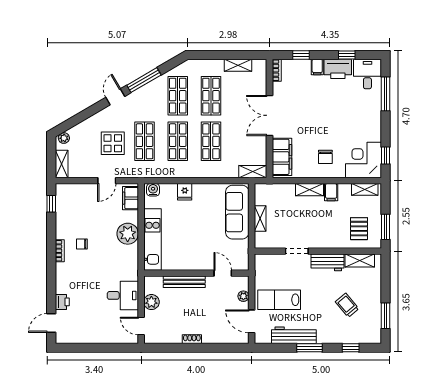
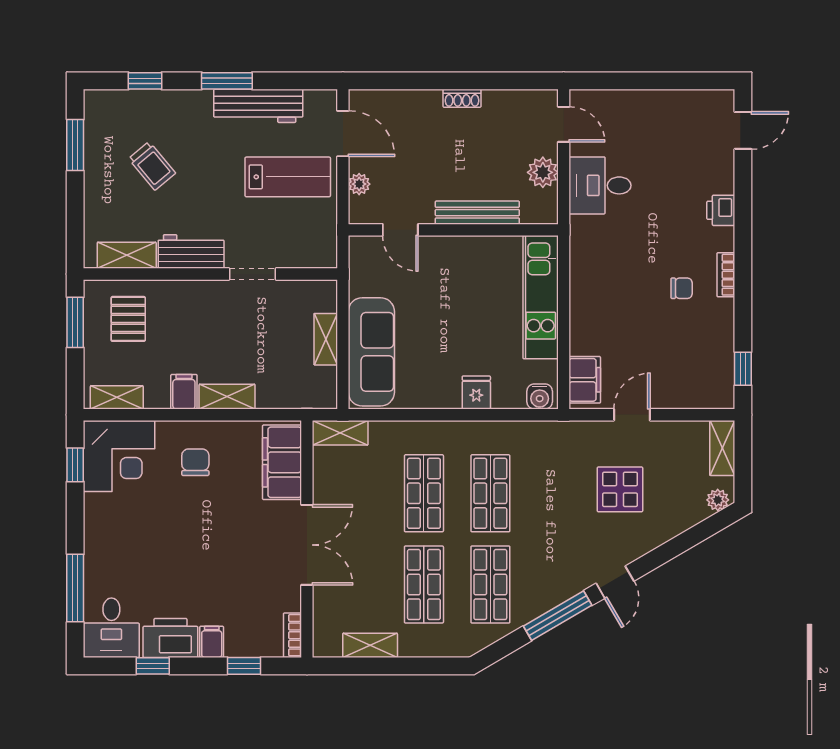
shop shelf: (144, 141) -> (557, 493), removed
plant: (128, 234) -> (590, 309), removed
printer: (62, 302) -> (721, 210), moved

